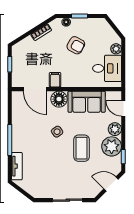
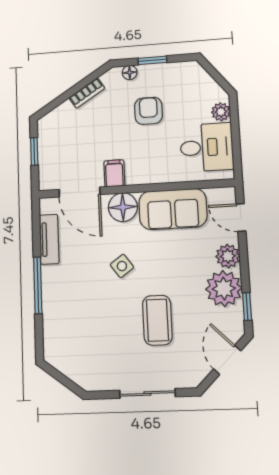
armchair: (76, 45) -> (148, 111), turned -119
coffee table: (82, 148) -> (157, 320), moved
tv unit: (17, 166) -> (49, 239), moved
door: (111, 184) -> (227, 360), hinge flipped

